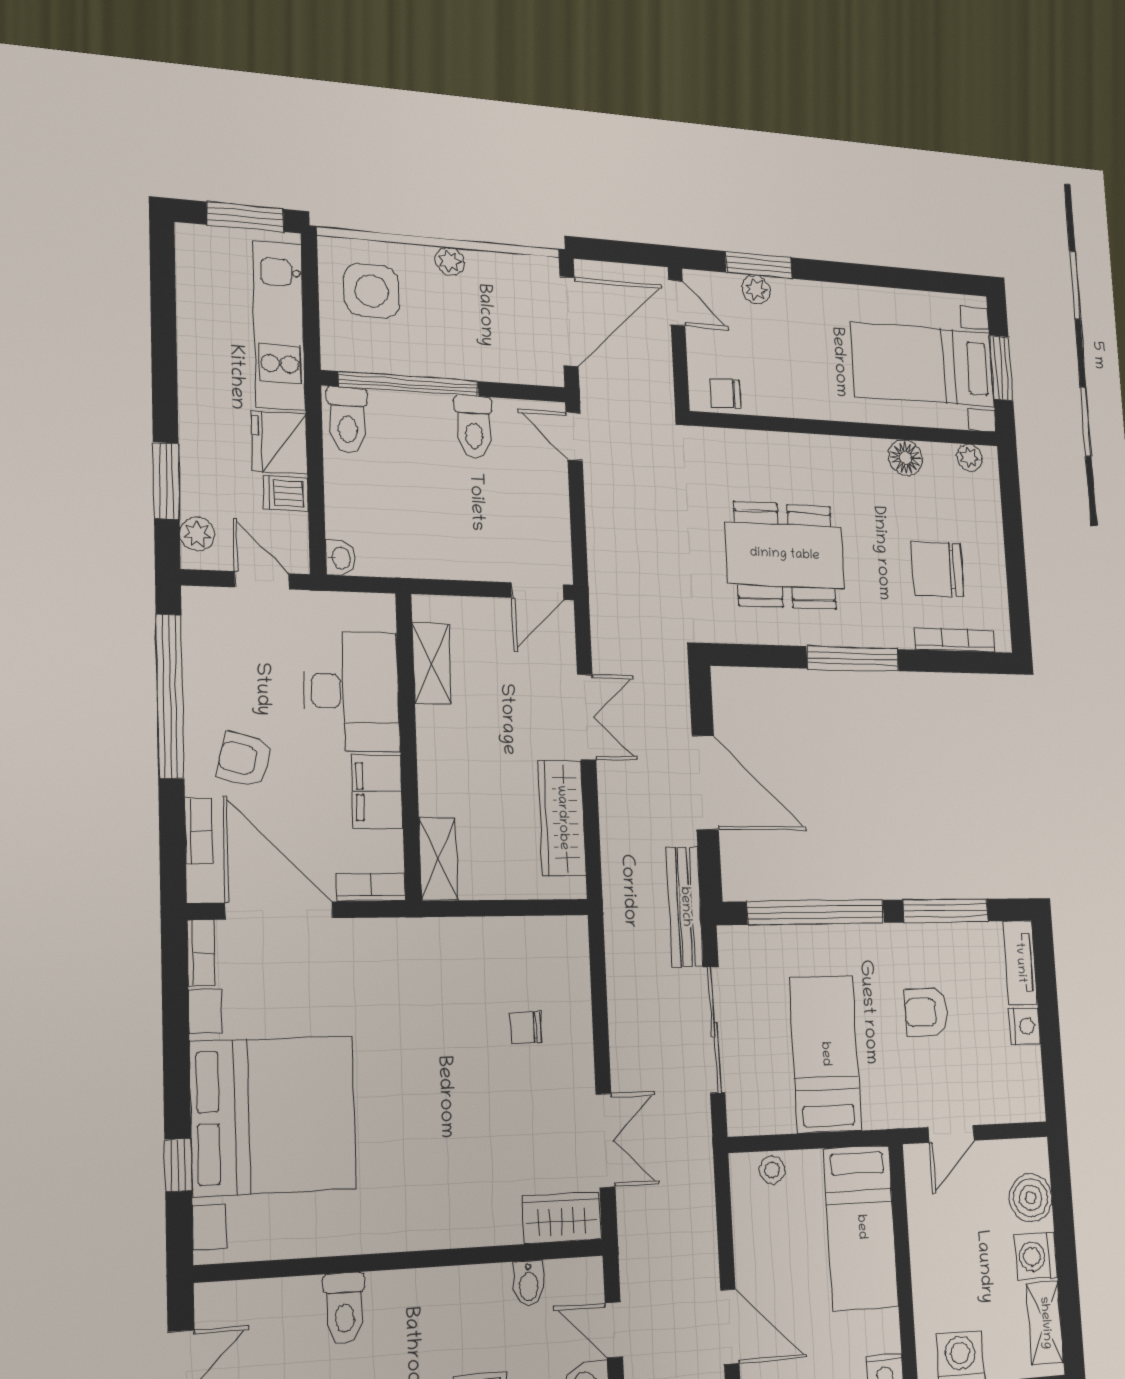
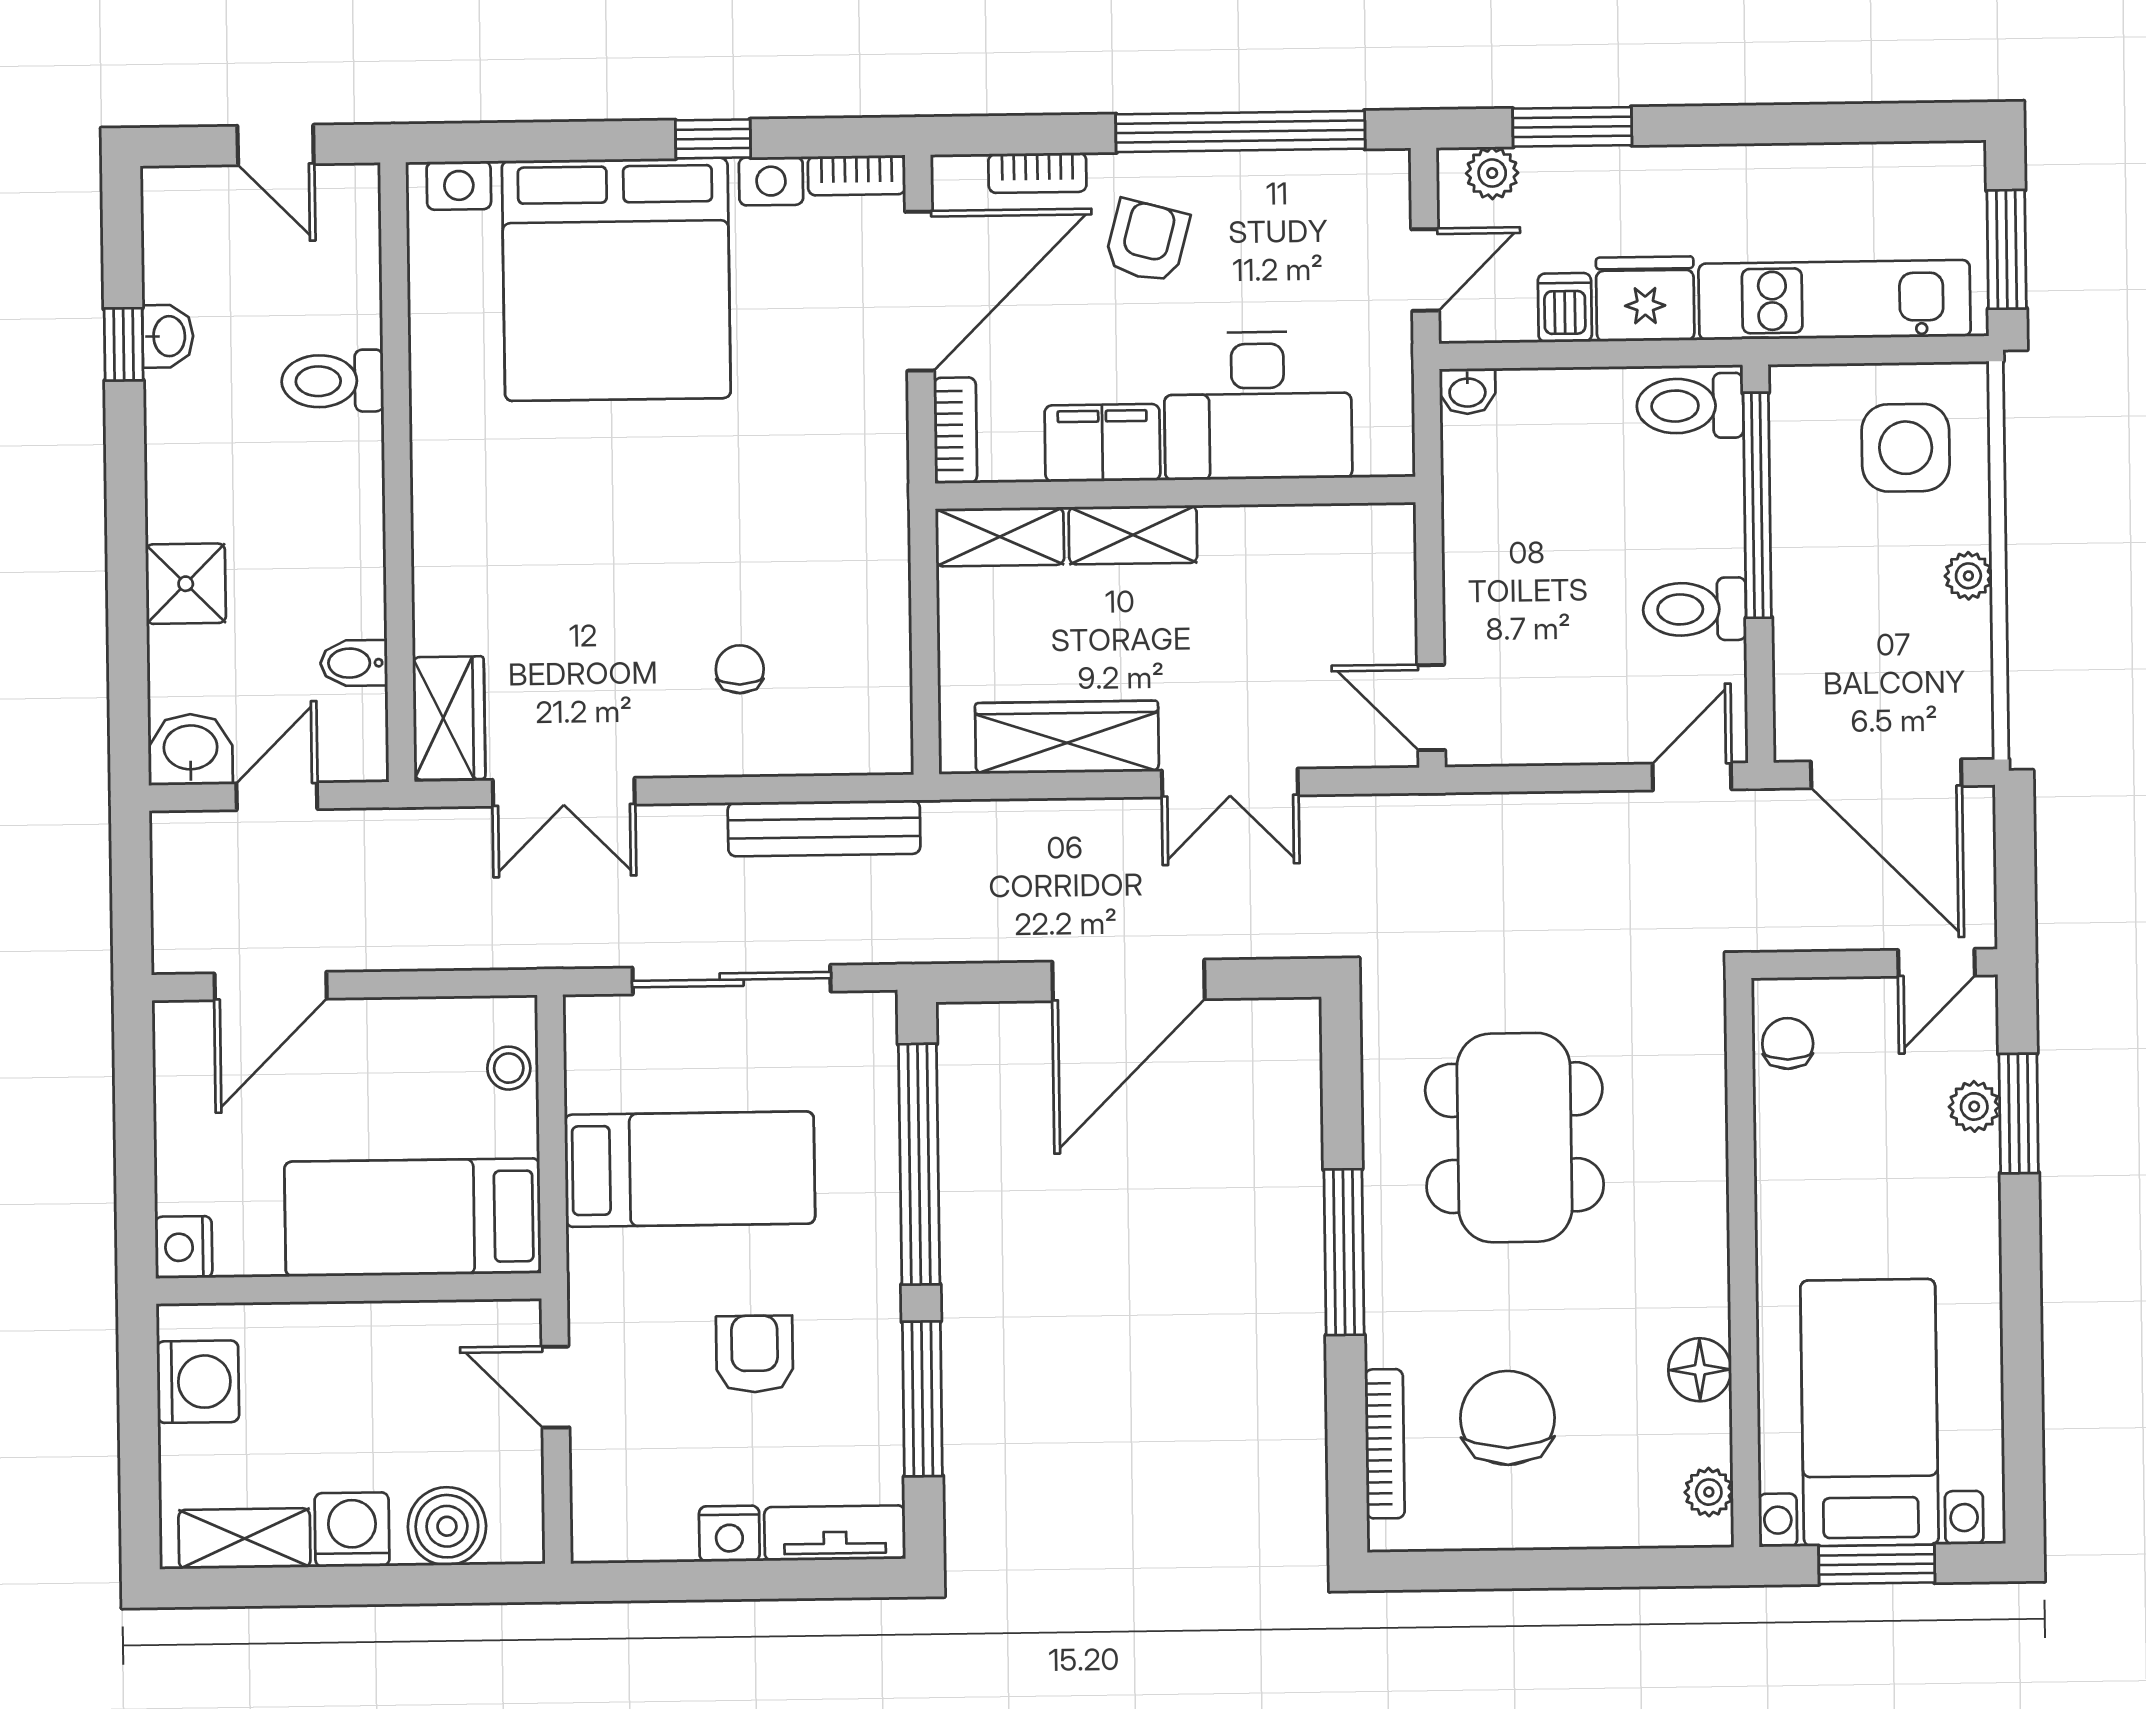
shelving: (432, 664) -> (1133, 535), moved
bench: (685, 907) -> (824, 828), moved
window: (178, 1165) -> (713, 139), moved

